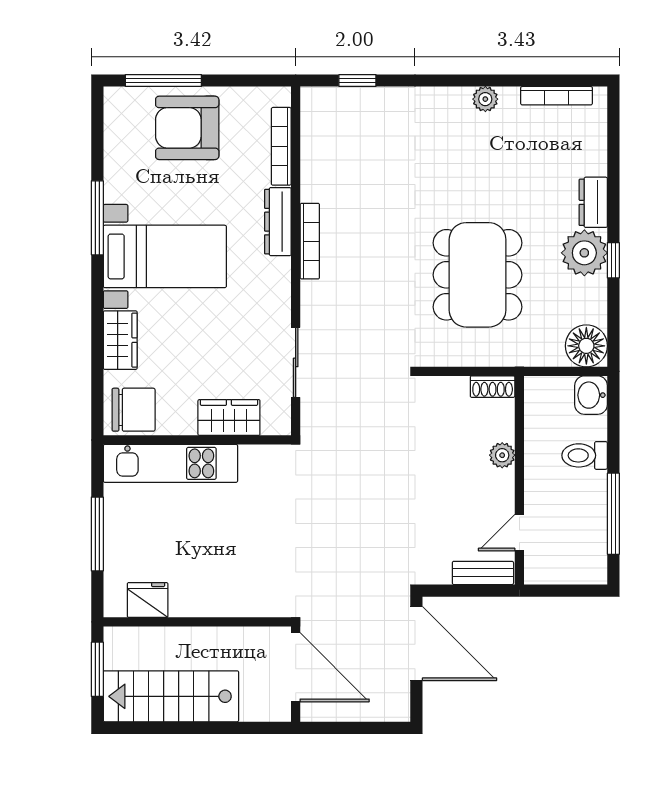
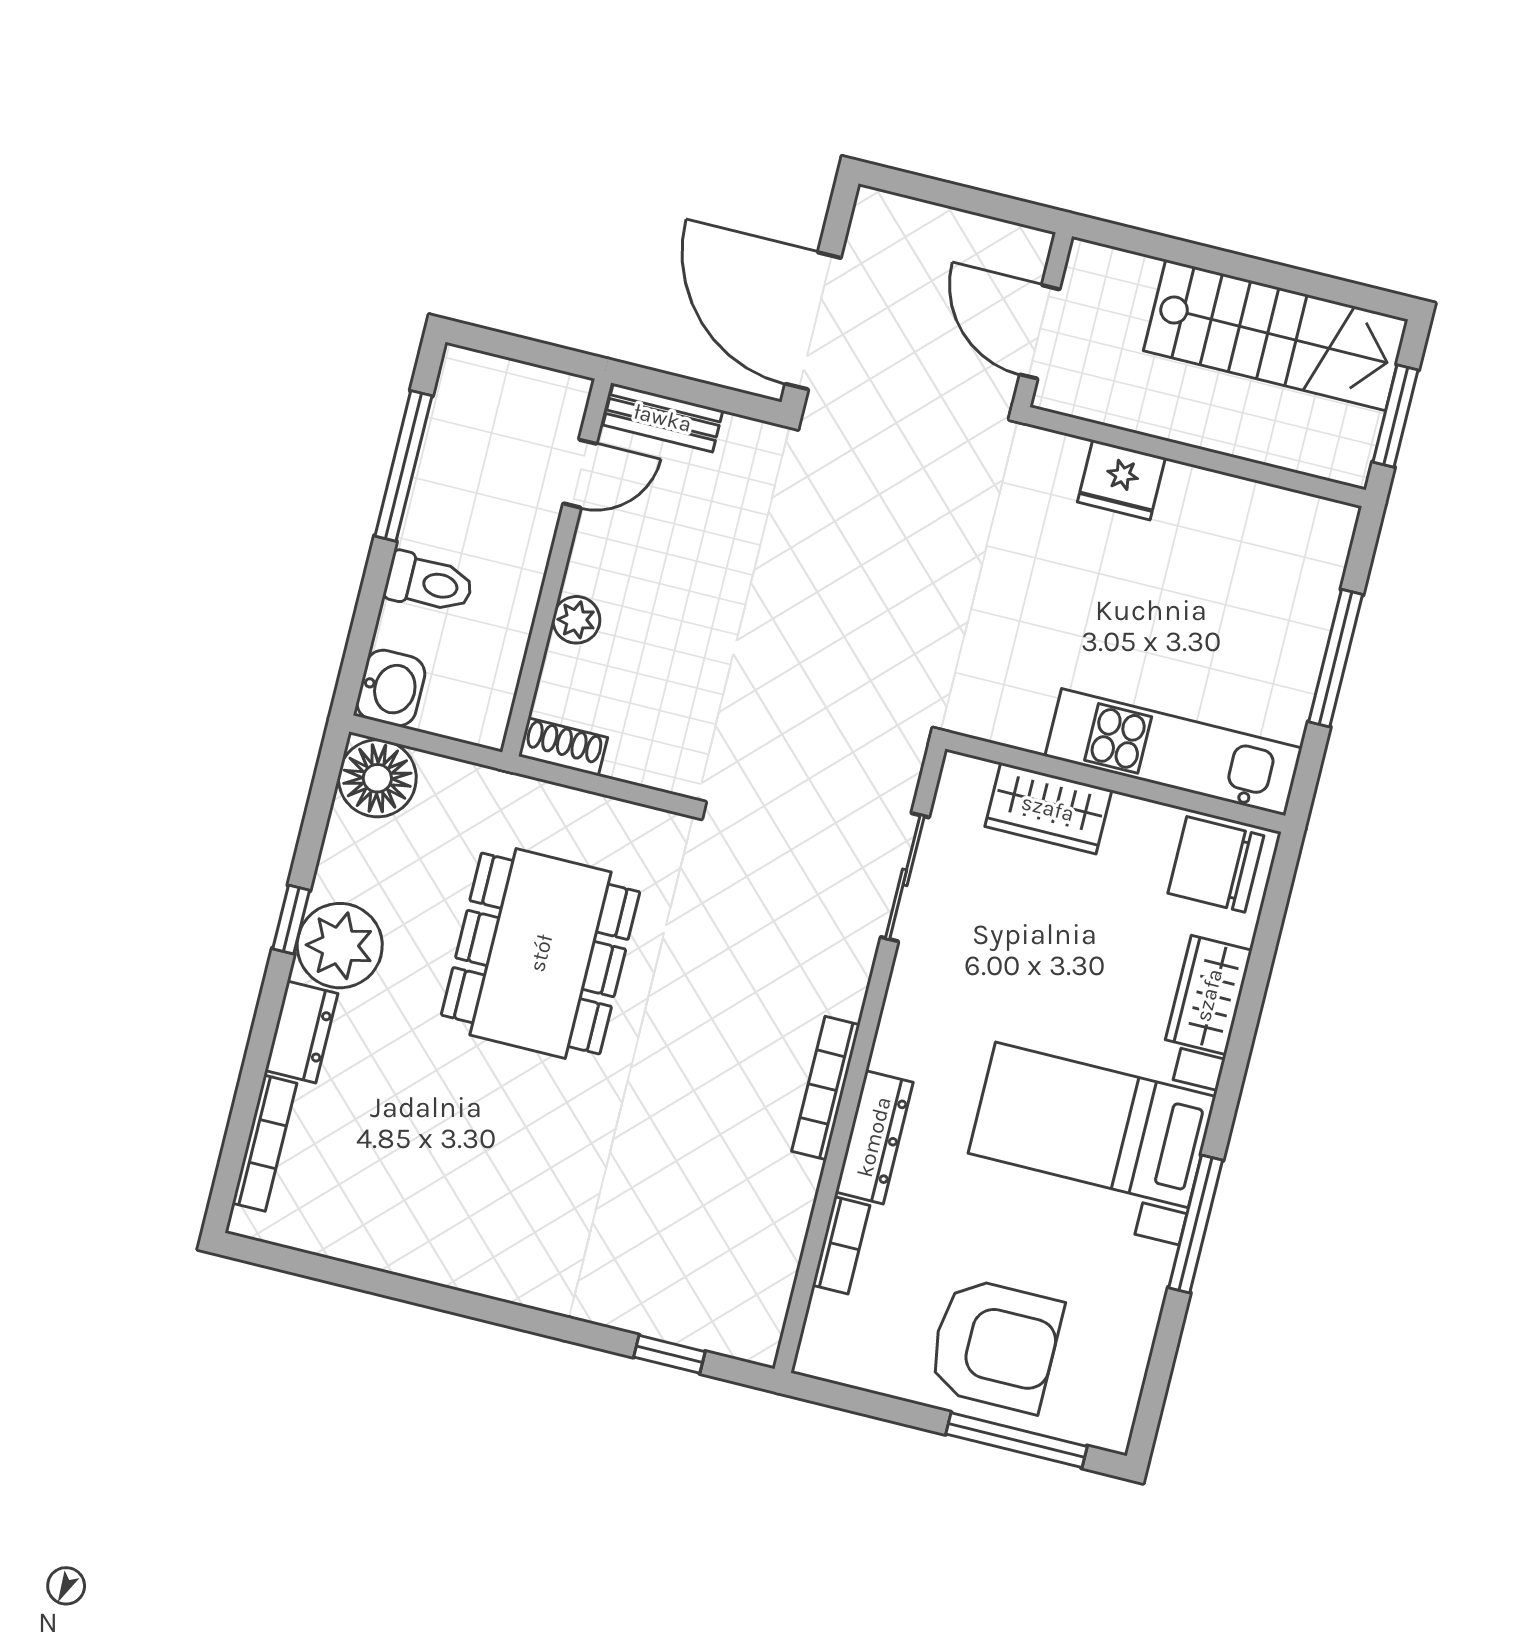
bookcase: (557, 96) -> (265, 1143), moved, turned 90
plant: (485, 99) -> (449, 1265), removed
bookcase: (281, 146) -> (841, 1245), width x0.64
fridge: (148, 600) -> (1121, 480), moved
door: (296, 667) -> (1040, 332), width x0.73

